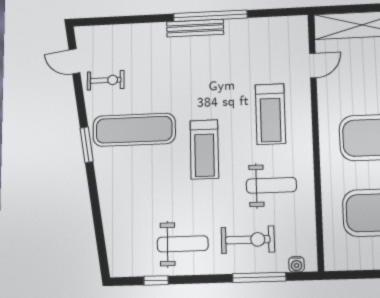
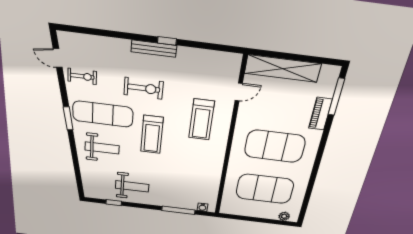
window: (210, 16) -> (167, 41), width x0.32
weight bench: (271, 185) -> (102, 148), moved
exercise bike: (248, 240) -> (144, 88), moved

